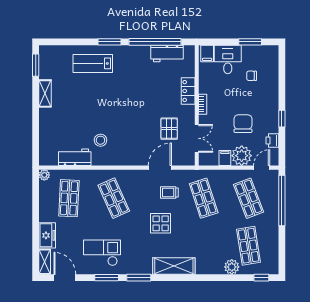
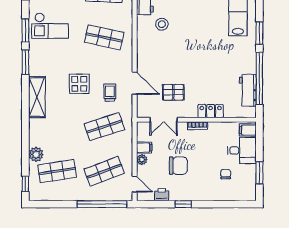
plant: (242, 156) -> (142, 160), width x0.53, depth x0.53
shop shelf: (114, 198) -> (104, 37), turned 36
checkout: (102, 253) -> (50, 26), turned 90

